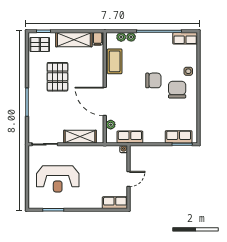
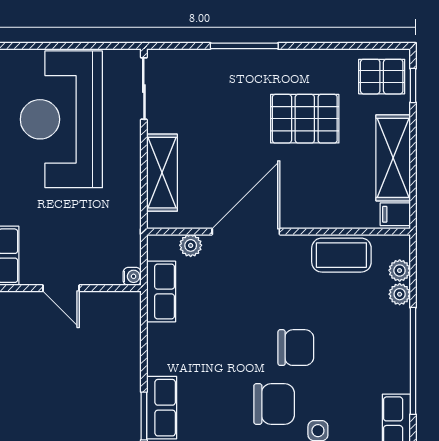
pallet: (40, 45) -> (382, 77), turned 90
chair: (153, 80) -> (296, 348), turned -90
reception desk: (58, 179) -> (61, 119), width x1.36, depth x1.30

